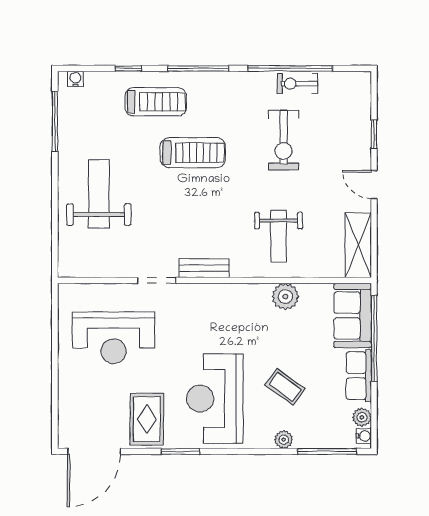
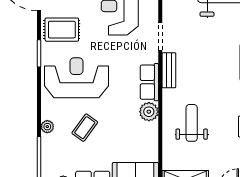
weight bench: (278, 236) -> (192, 123), turned 90
row of seats: (221, 296) -> (149, 82), added
plant: (285, 297) -> (149, 112), moved

